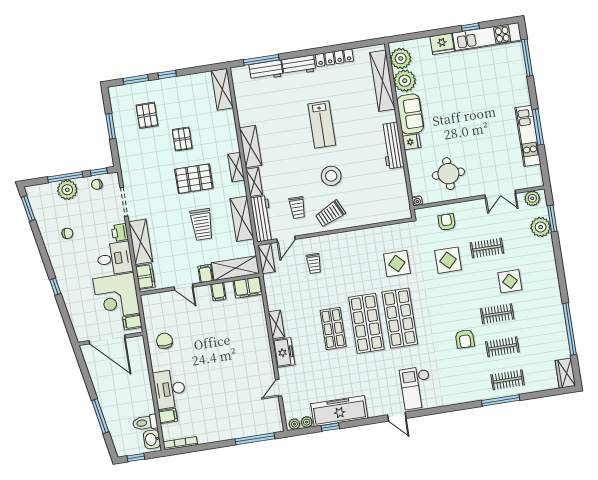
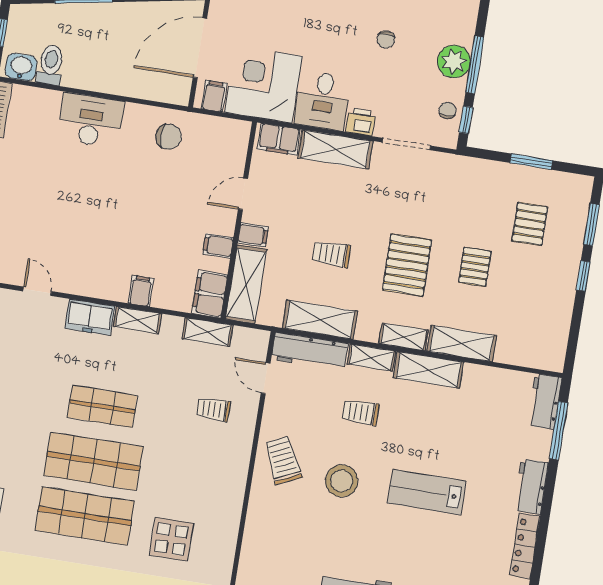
workbench: (266, 70) -> (545, 402), moved
shelving: (222, 89) -> (462, 343), moved
pallet: (147, 115) -> (530, 224), turned 90
pallet: (182, 139) -> (475, 267), turned 90
trolley: (297, 208) -> (360, 412), moved
trolley: (202, 224) -> (331, 254), width x0.73, depth x0.72
shelving: (266, 258) -> (208, 332), moved
filing cabinet: (168, 416) -> (141, 291), moved, turned 180

